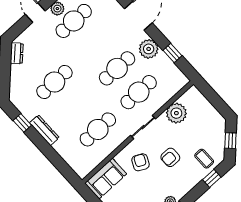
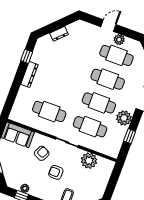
dresser: (17, 53) -> (59, 34), moved
cafe table: (54, 82) -> (108, 79), moved

